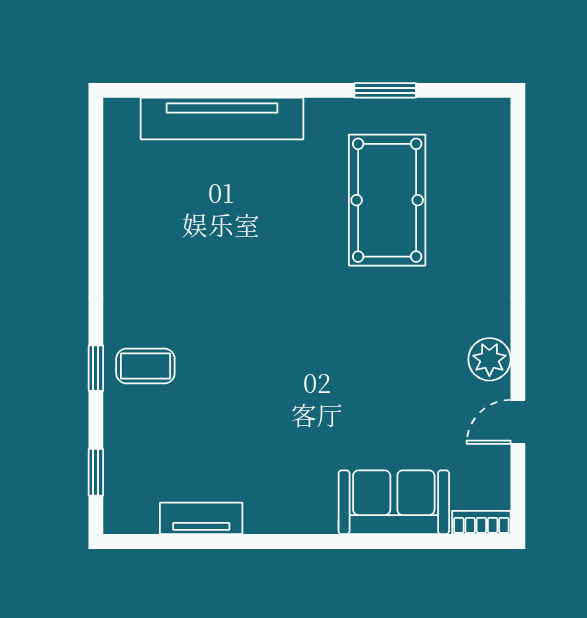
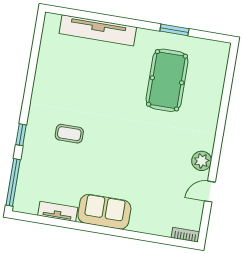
coffee table: (145, 366) -> (69, 134), moved
window: (96, 472) -> (13, 182), width x2.17
sofa: (394, 502) -> (104, 212), moved

